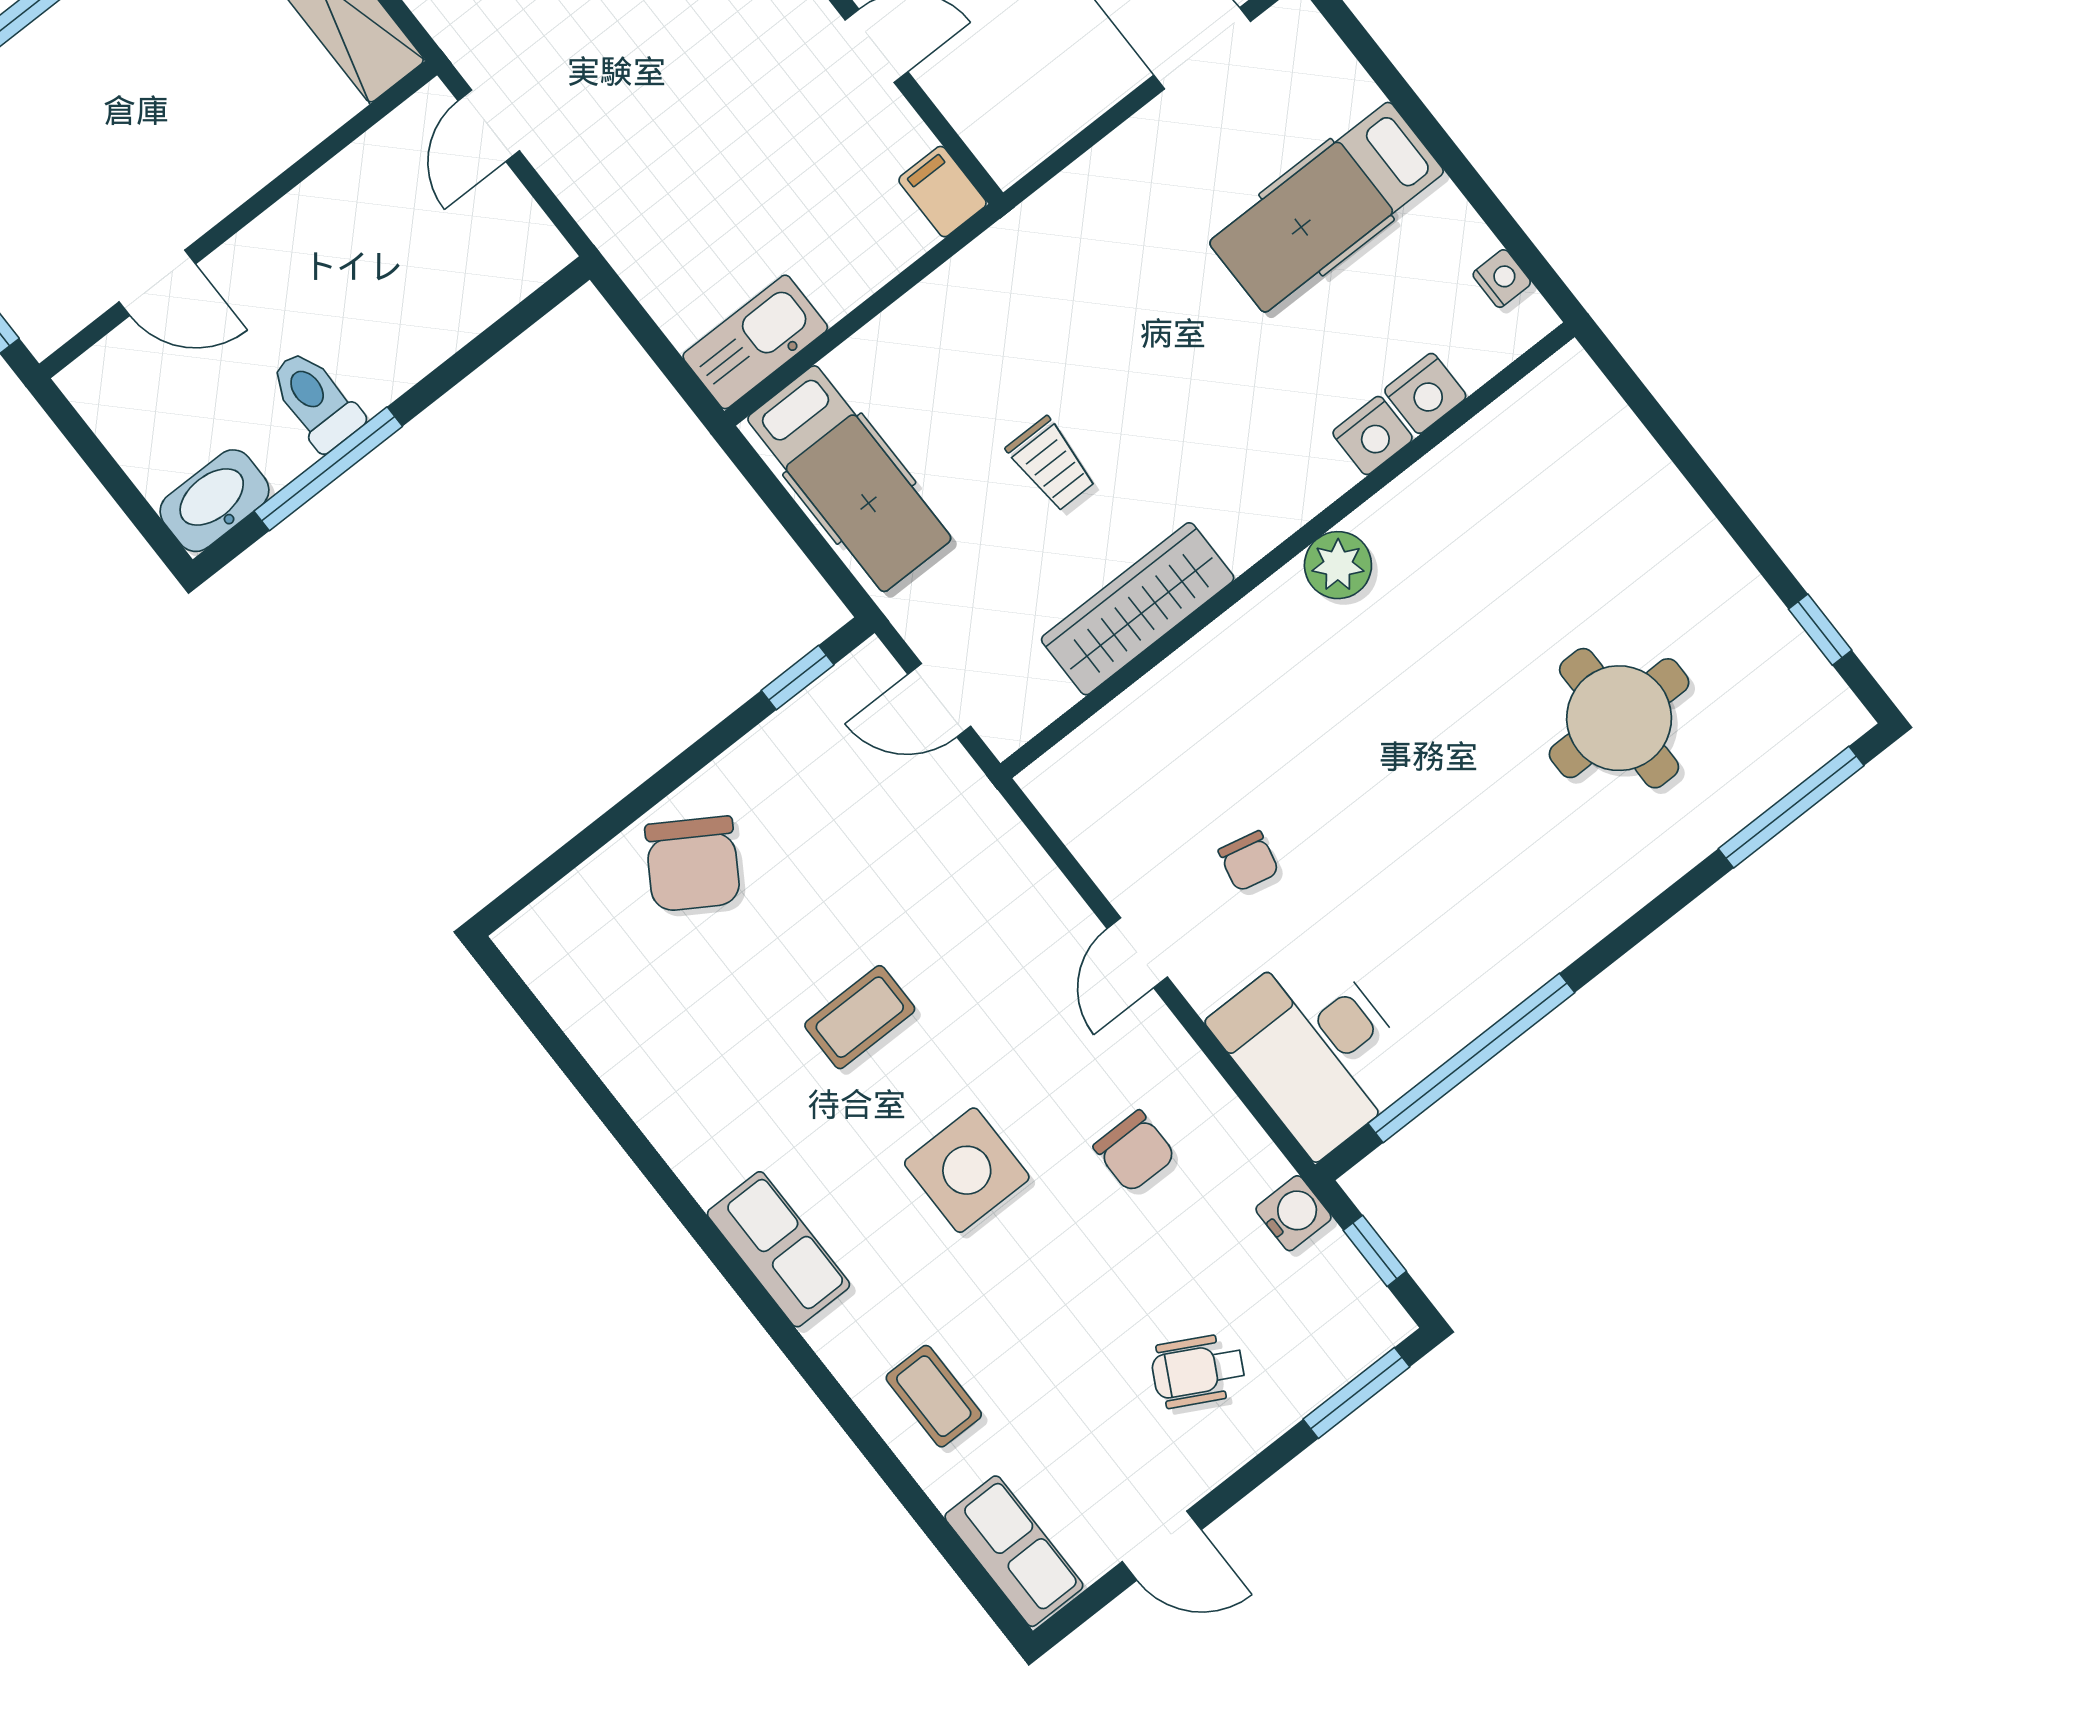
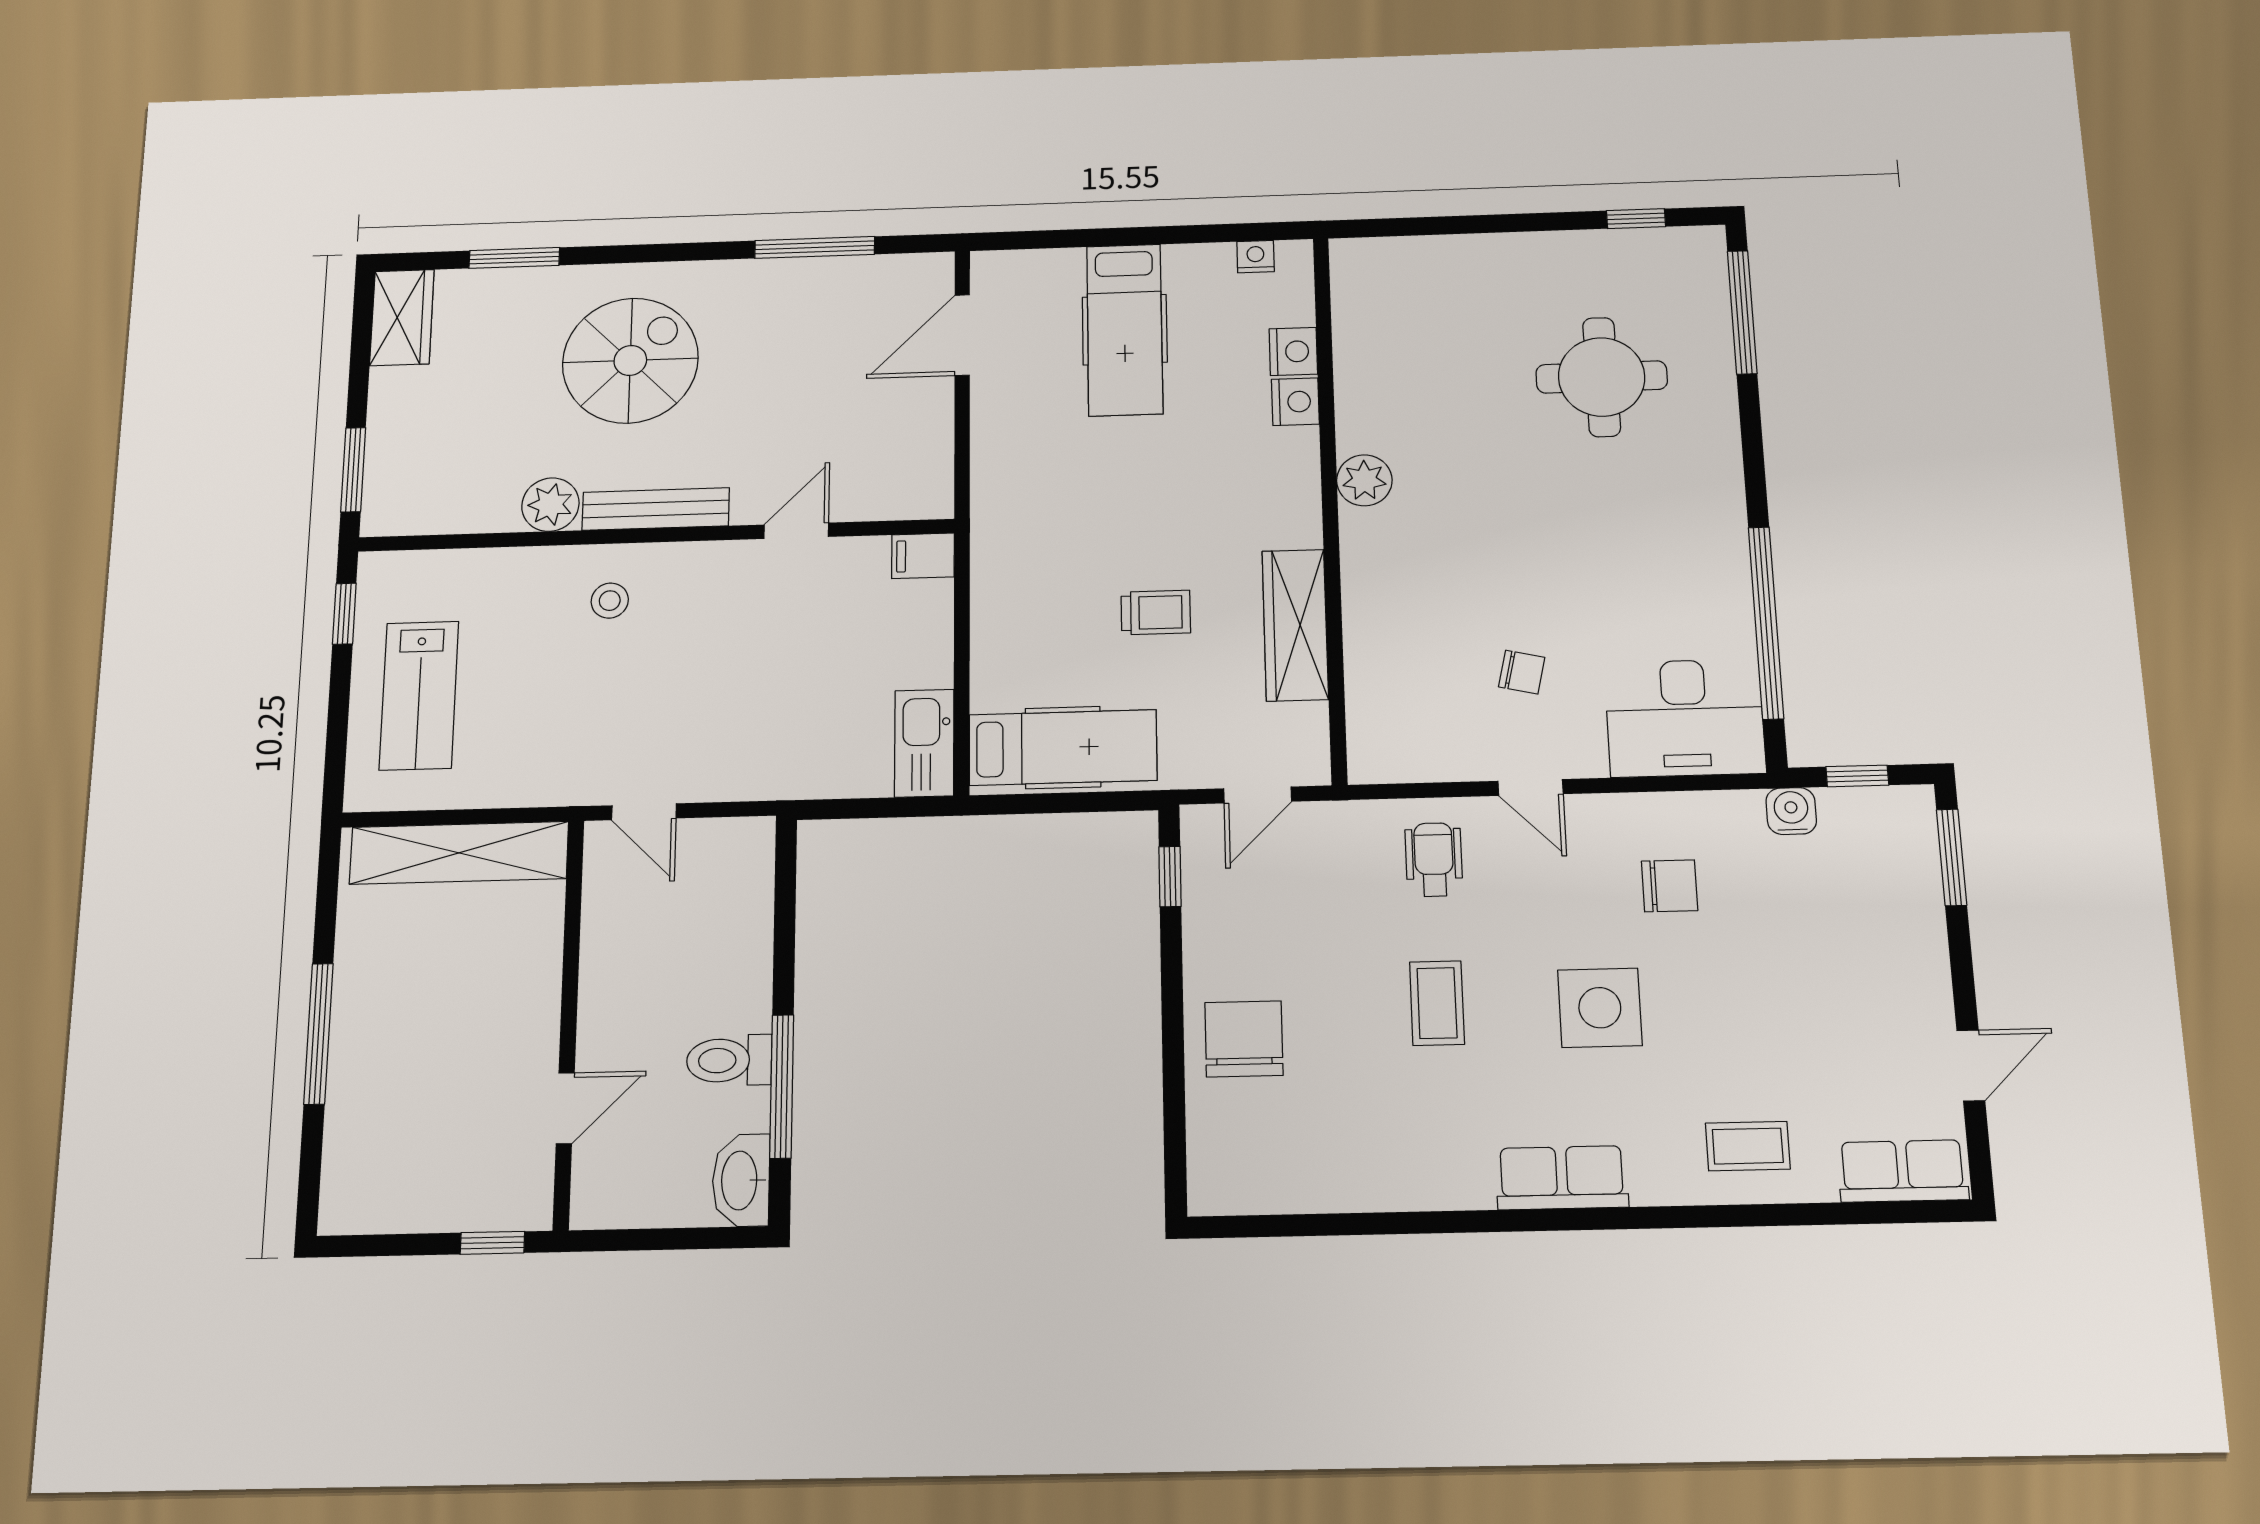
chair: (693, 864) -> (1244, 1039), turned -122
wheelchair: (1198, 1371) -> (1434, 860), moved, turned 152

